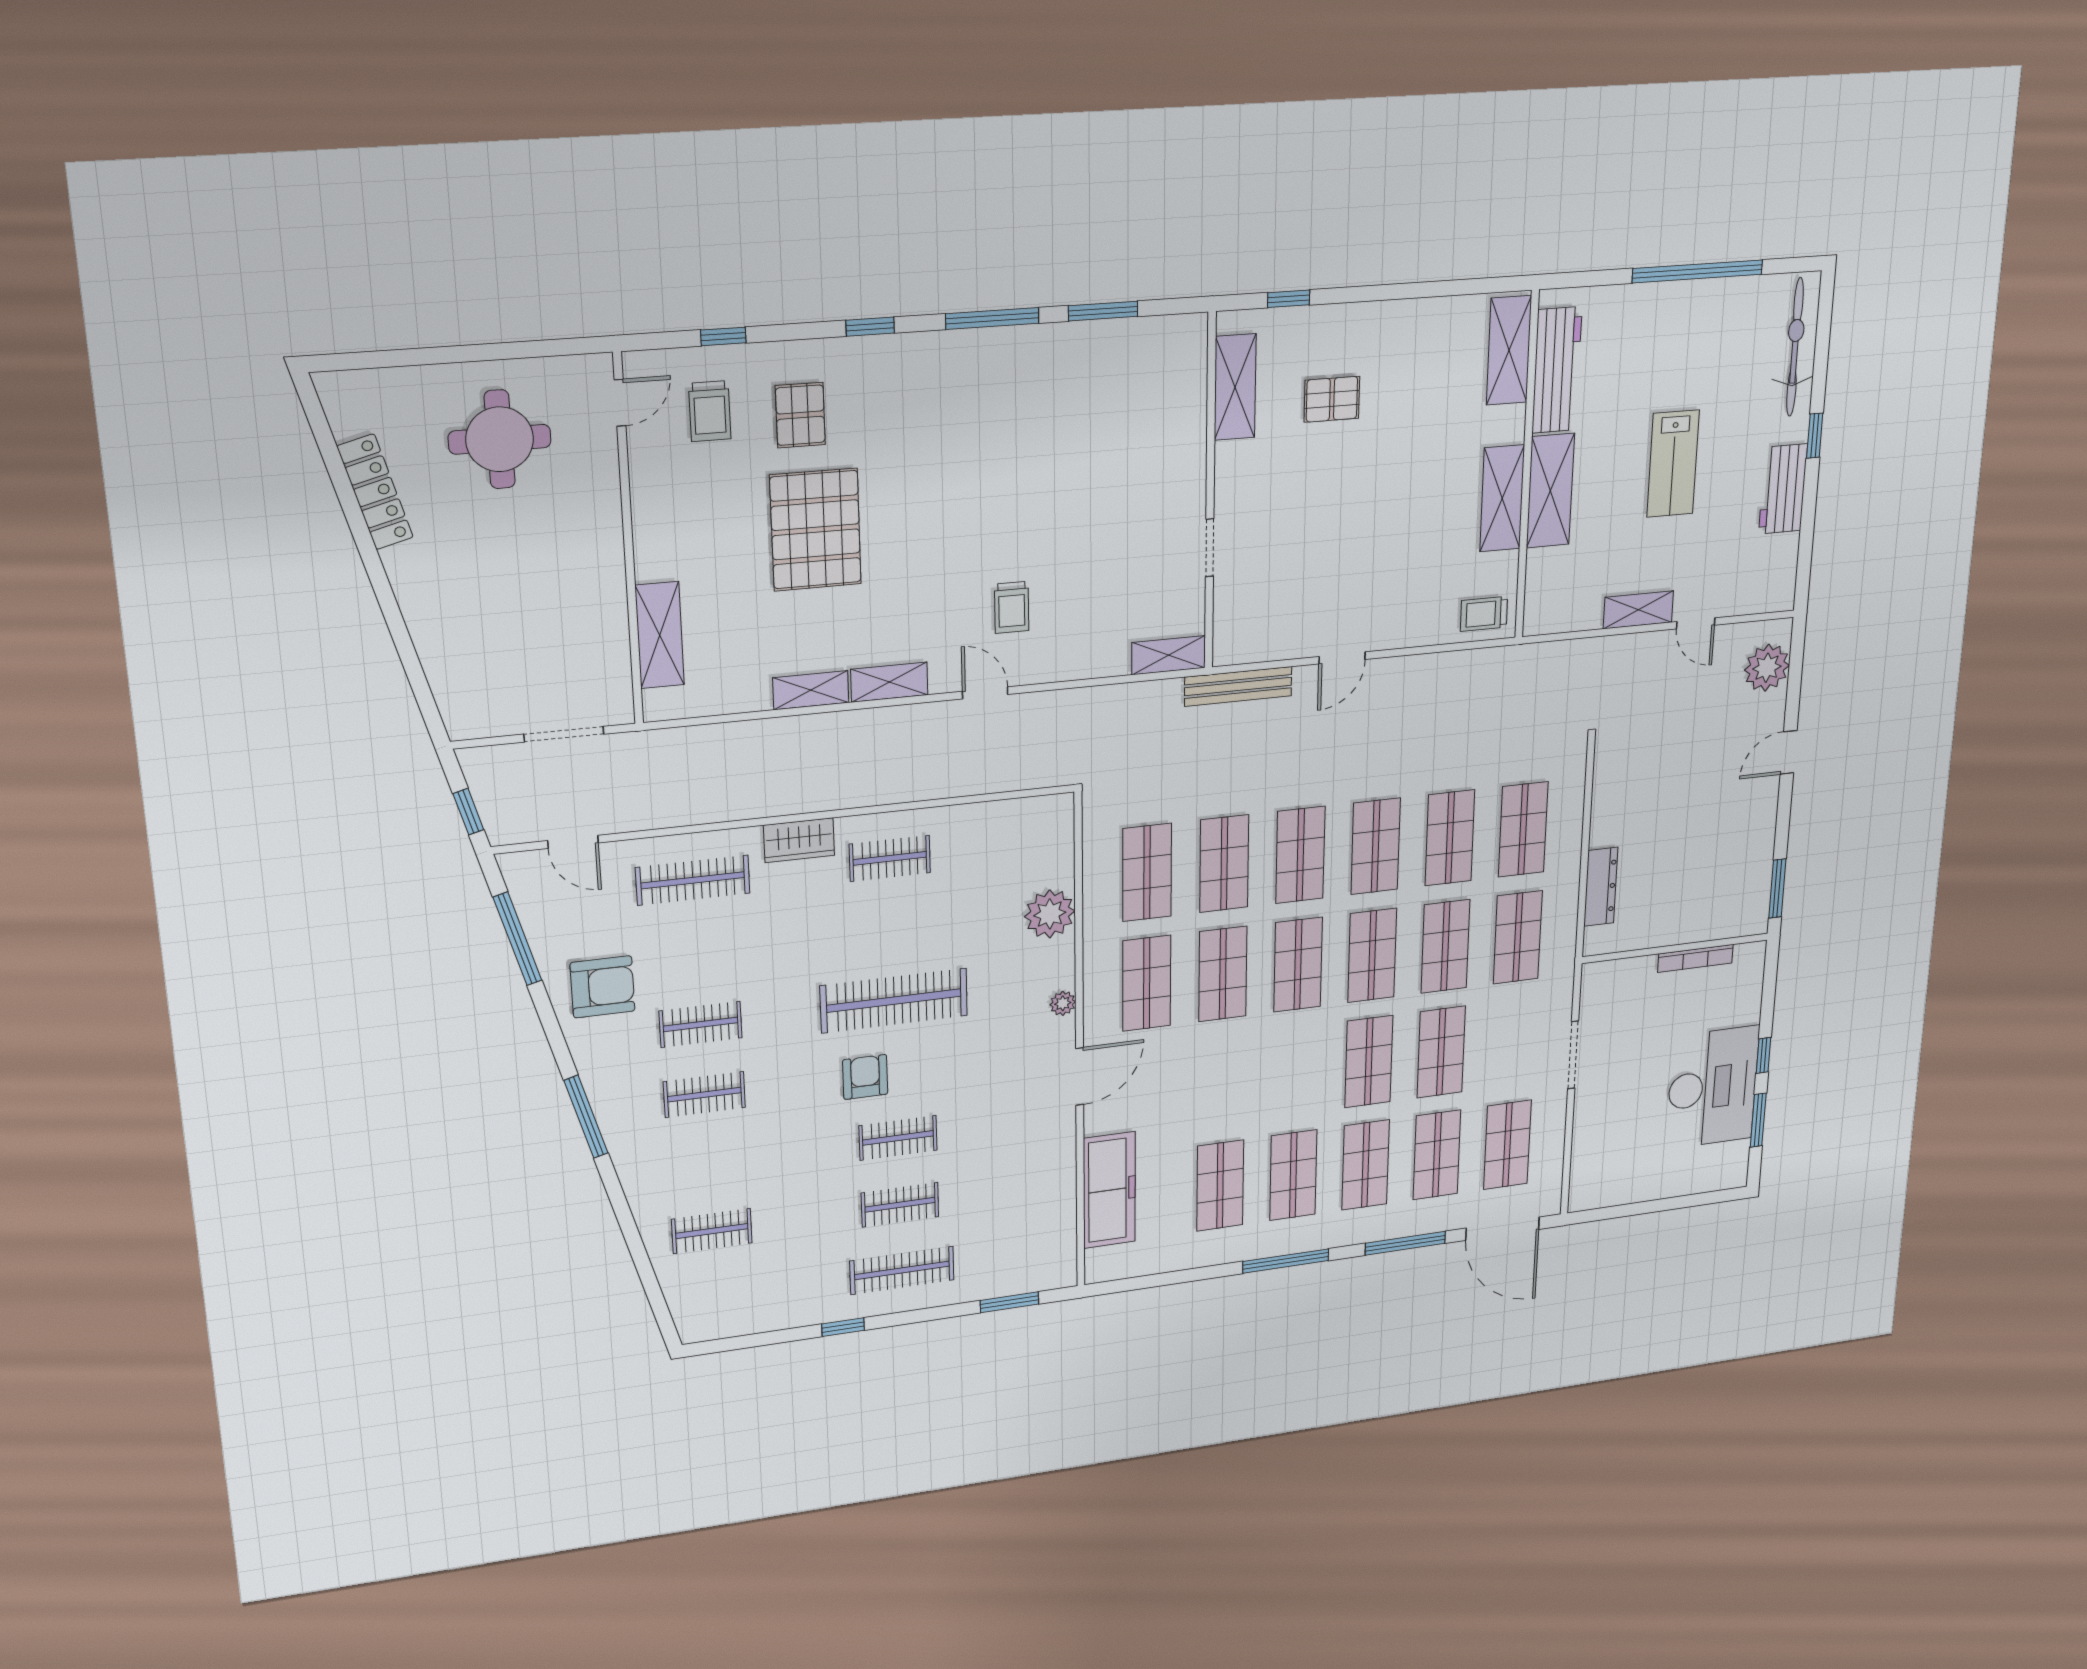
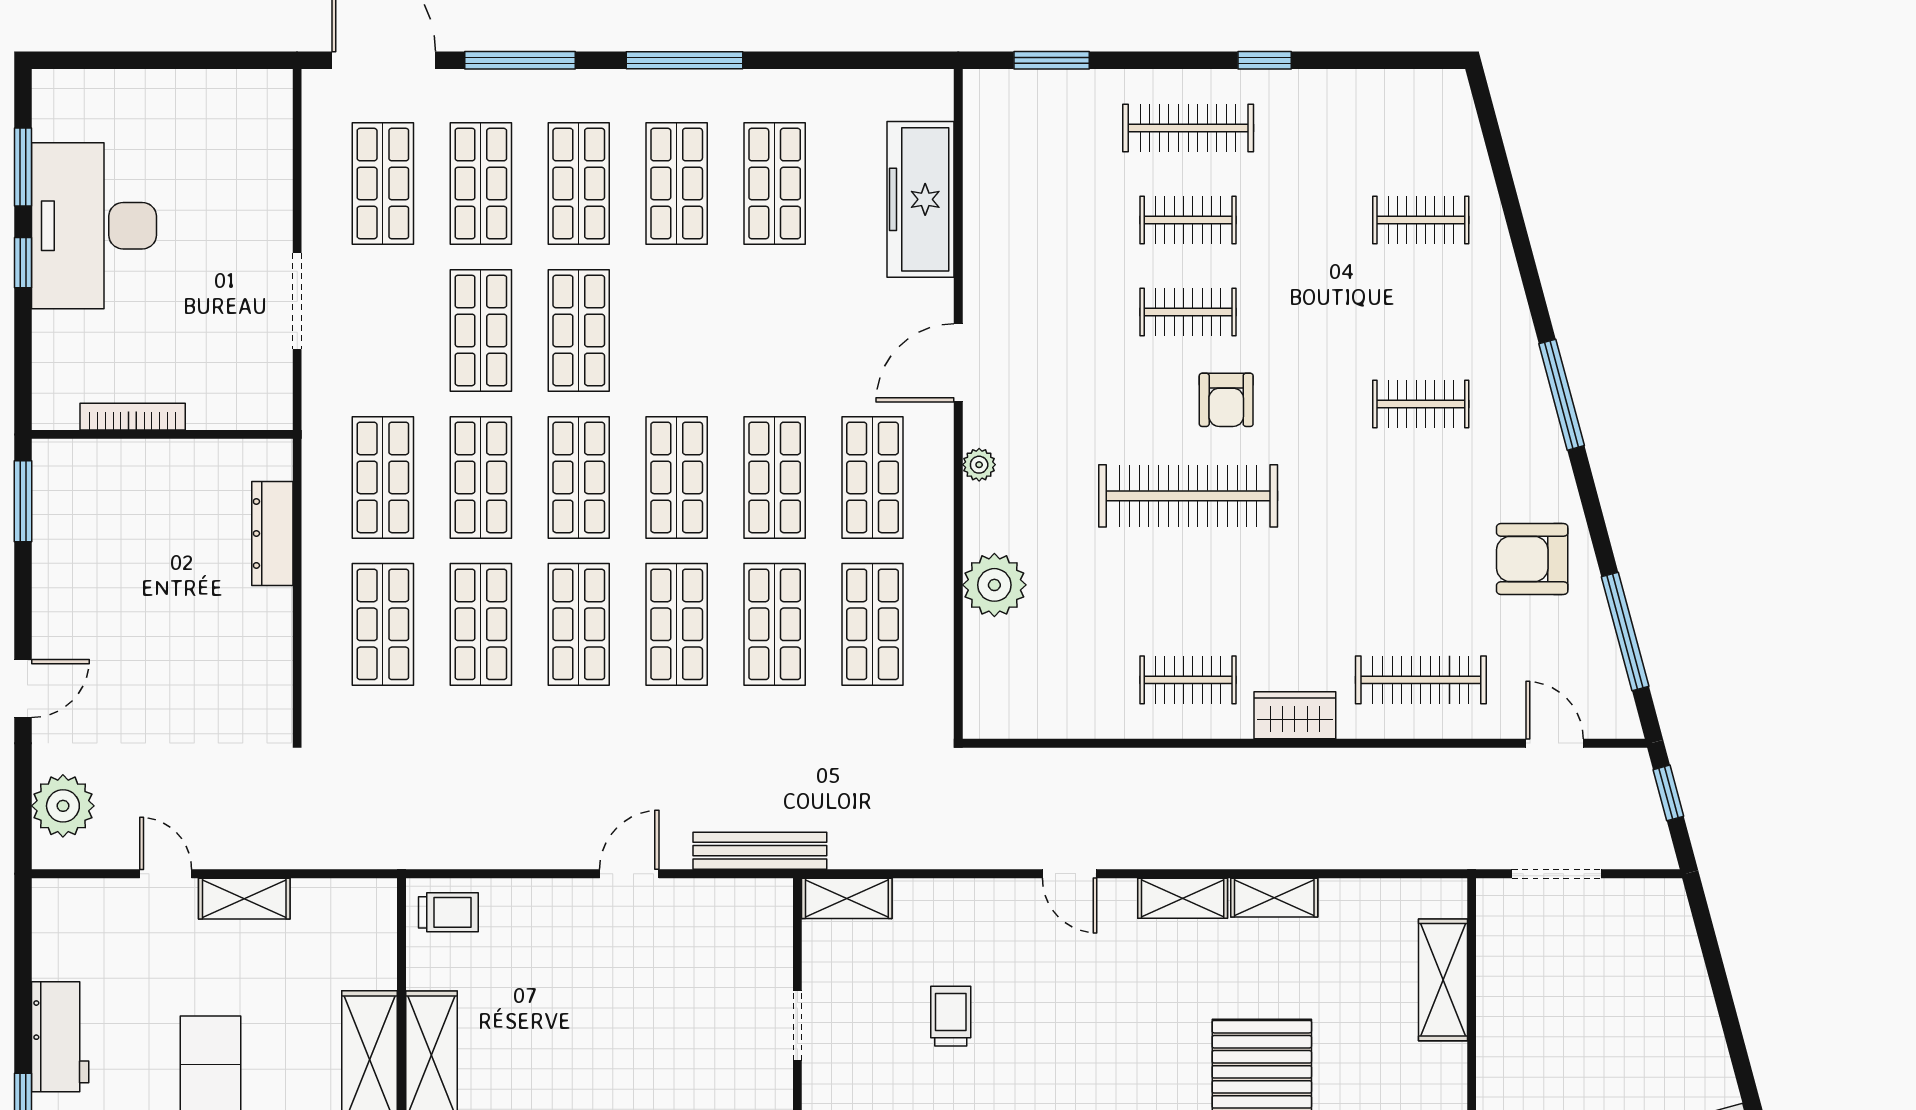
trolley: (1012, 607) -> (951, 1016), moved
clothes rail: (701, 1024) -> (1421, 496), removed

